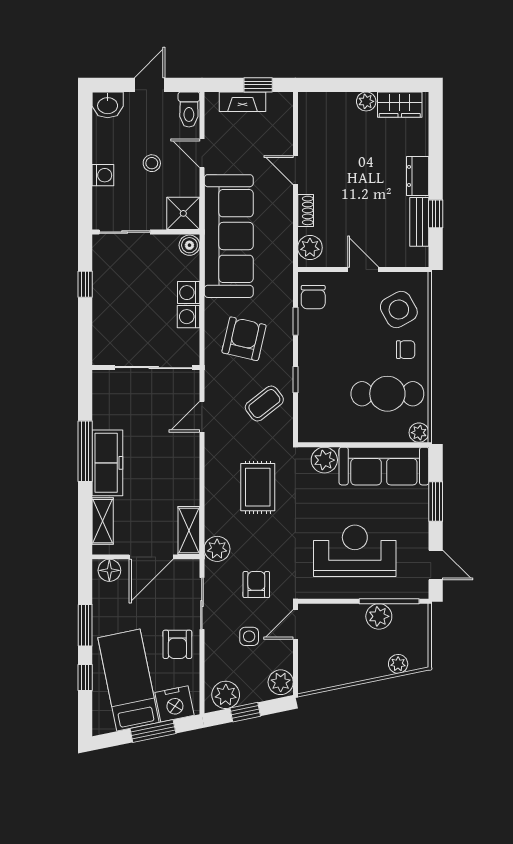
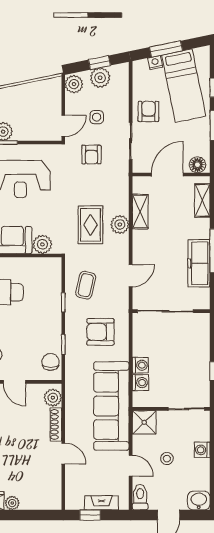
shoe rack: (306, 210) -> (56, 424), width x1.43
boiler: (189, 245) -> (140, 399), removed
washing machine: (188, 317) -> (140, 383), moved
armchair: (244, 339) -> (100, 332), turned 77
coffee table: (264, 404) -> (86, 285), turned -39
freezer: (107, 463) -> (199, 263), moved
shelving: (189, 530) -> (140, 212), moved
plant: (217, 549) -> (120, 225), moved
plant: (226, 695) -> (100, 78), moved
nightstand: (174, 704) -> (155, 63), width x0.53, depth x0.56

